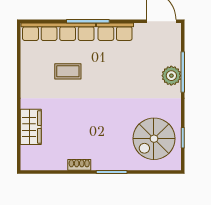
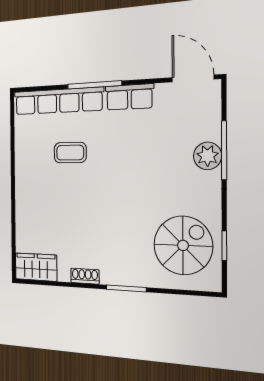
wardrobe: (31, 127) -> (36, 267), moved, turned -90
spiral stairs: (154, 139) -> (183, 245), turned 180

